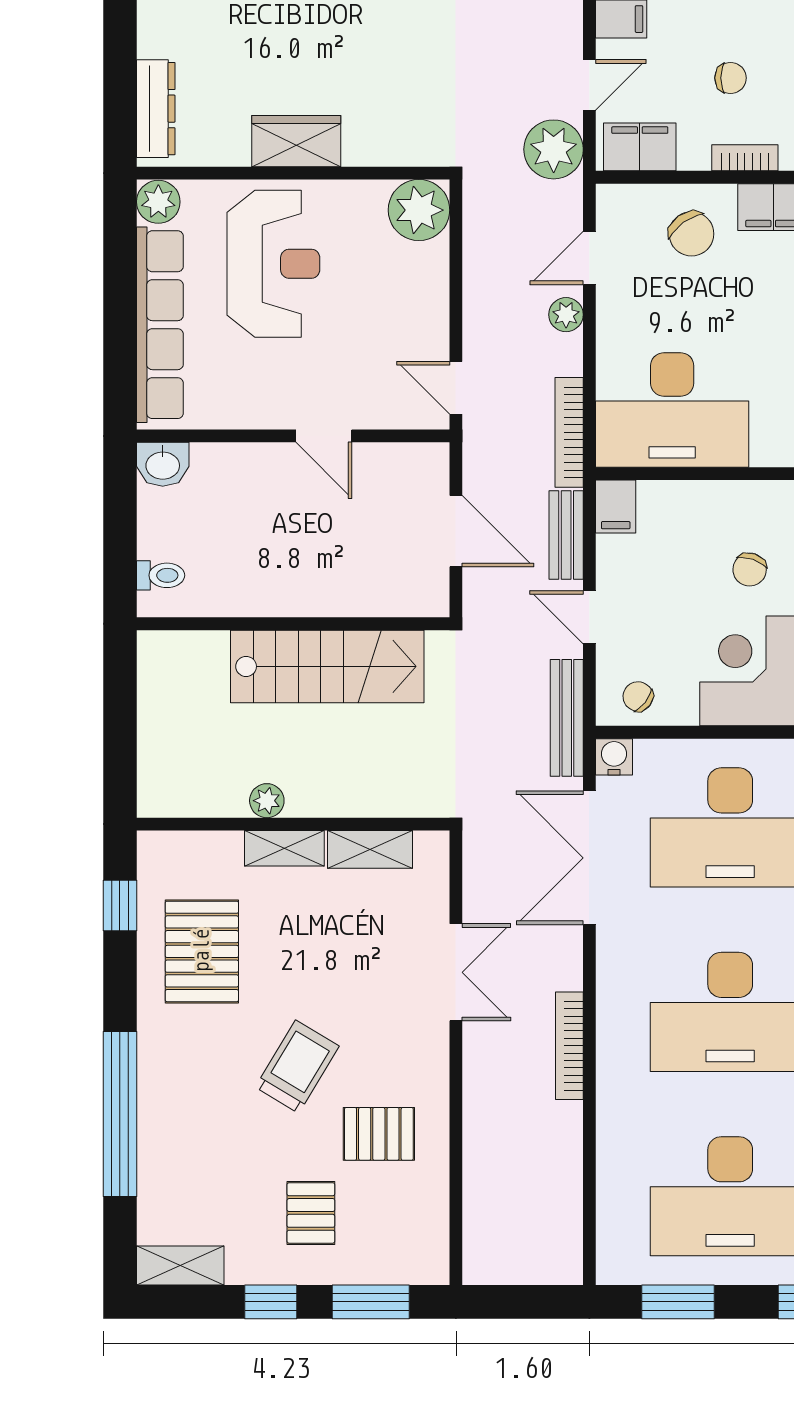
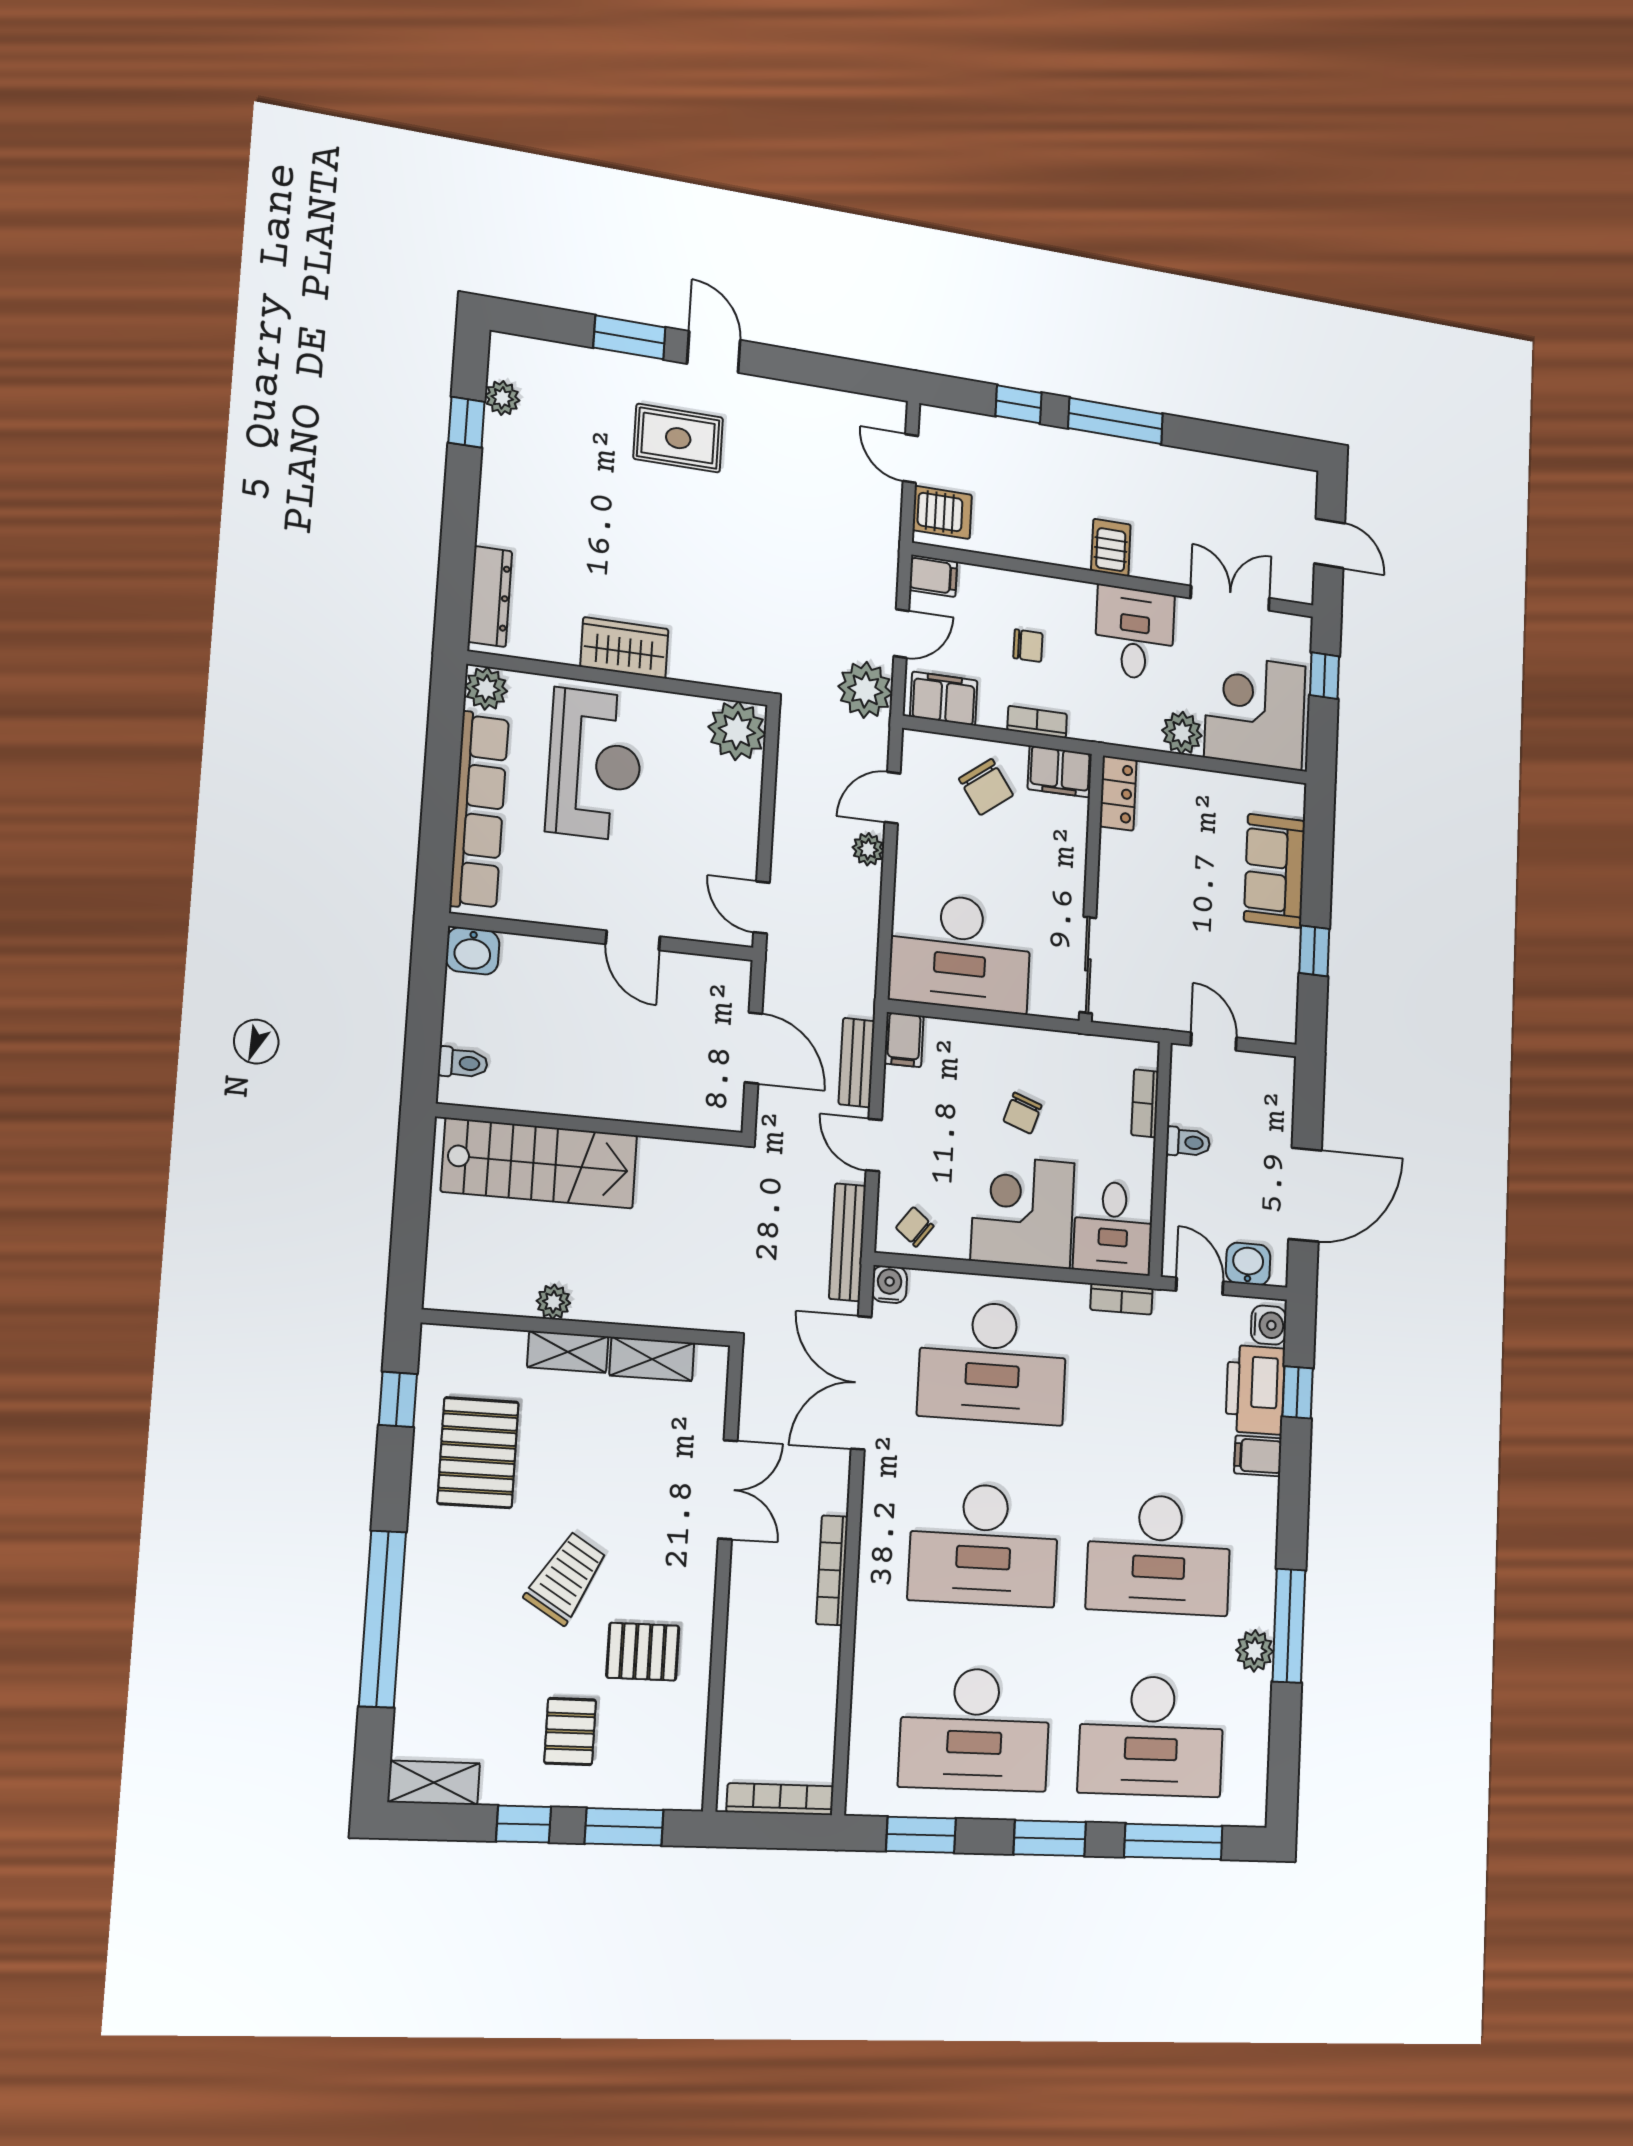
bookcase: (569, 432) -> (780, 1799), moved, turned 90
stairs: (327, 666) -> (540, 1163), moved

